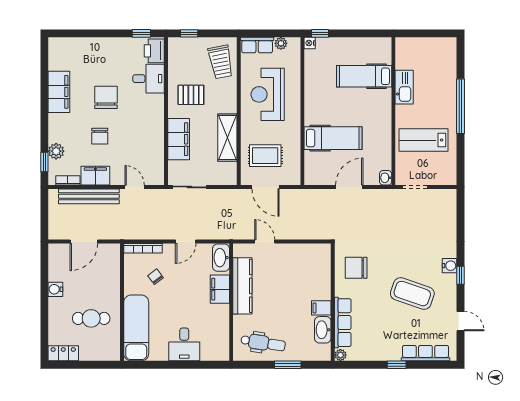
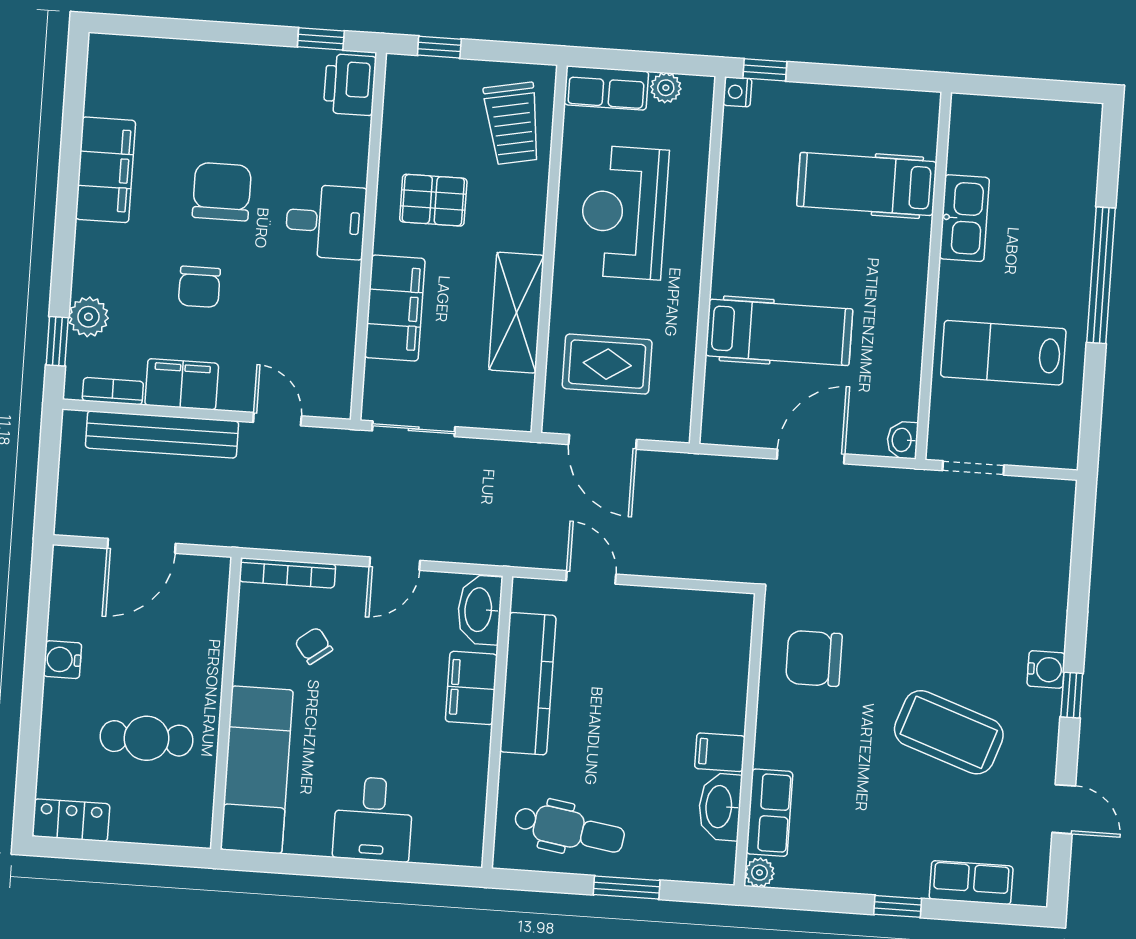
desk: (149, 79) -> (326, 222), moved
row of seats: (343, 323) -> (769, 813), width x0.68
row of seats: (425, 353) -> (971, 883), width x0.68

